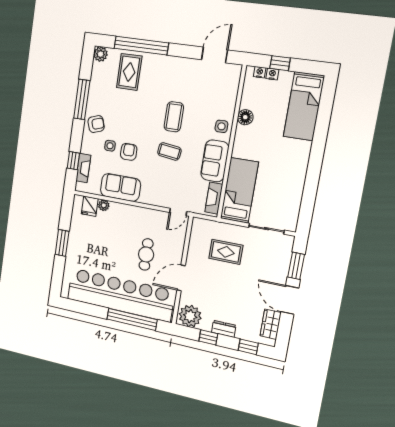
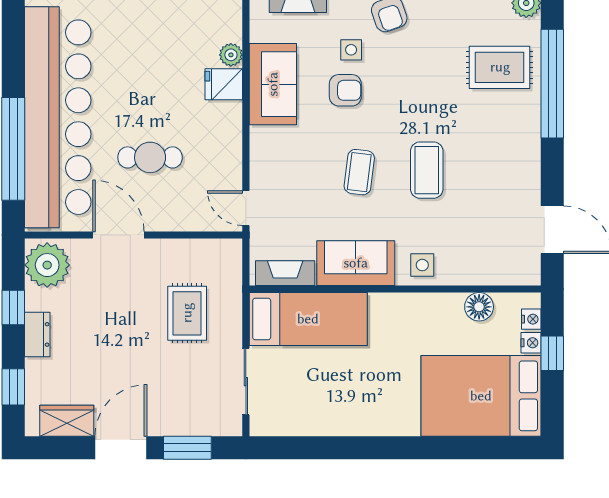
bed: (304, 106) -> (481, 396), width x1.50
coffee table: (174, 117) -> (427, 170), turned 90
floor lamp: (245, 117) -> (479, 307), moved
fridge: (90, 206) -> (224, 84), moved

